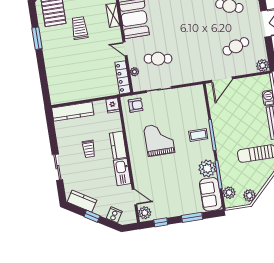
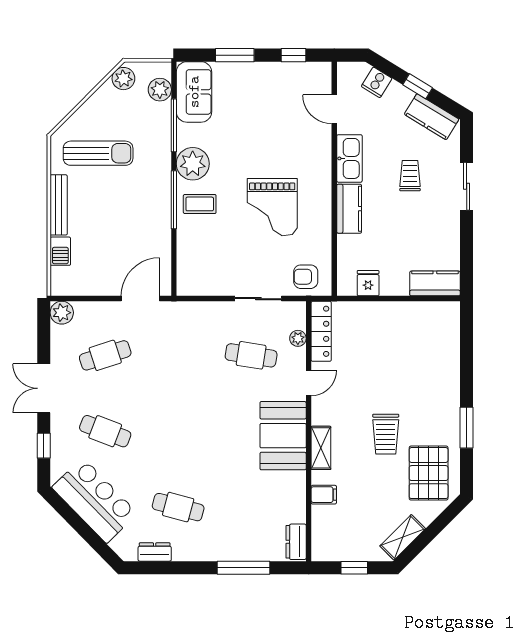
door: (125, 49) -> (309, 383), hinge flipped
fridge: (113, 105) -> (368, 283), moved
kitchen counter: (73, 111) -> (435, 283), width x0.67
trolley: (89, 149) -> (410, 176), moved
plant: (207, 168) -> (193, 164), moved
plant: (145, 213) -> (320, 77), removed

